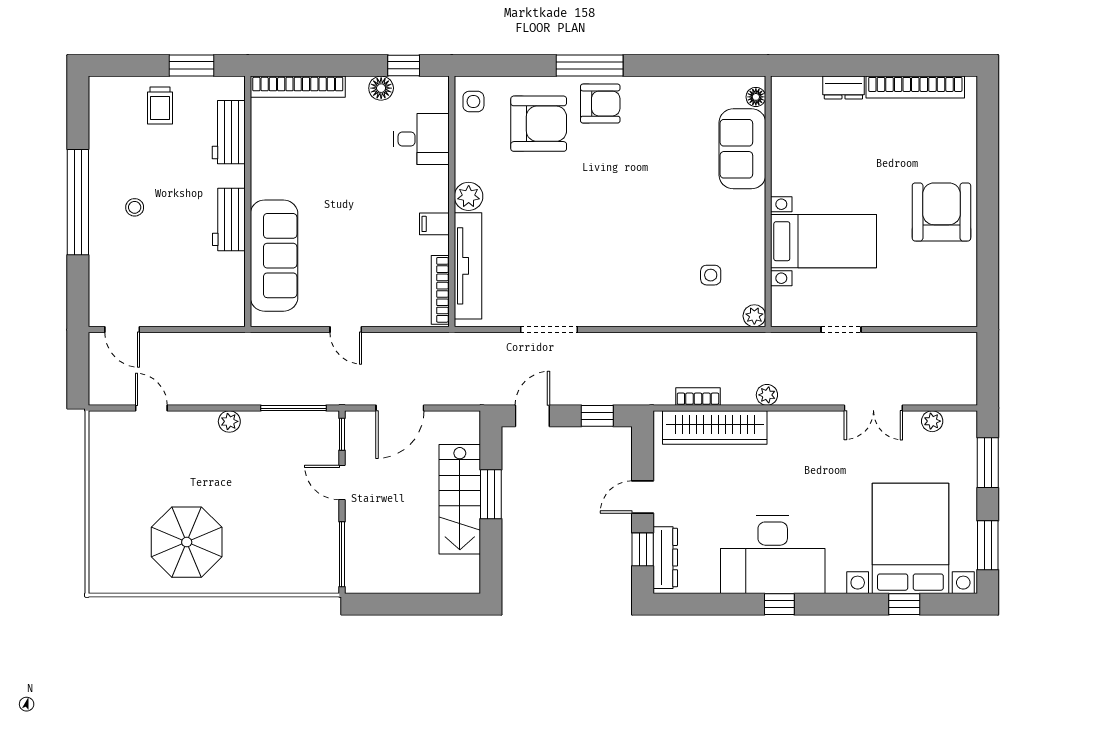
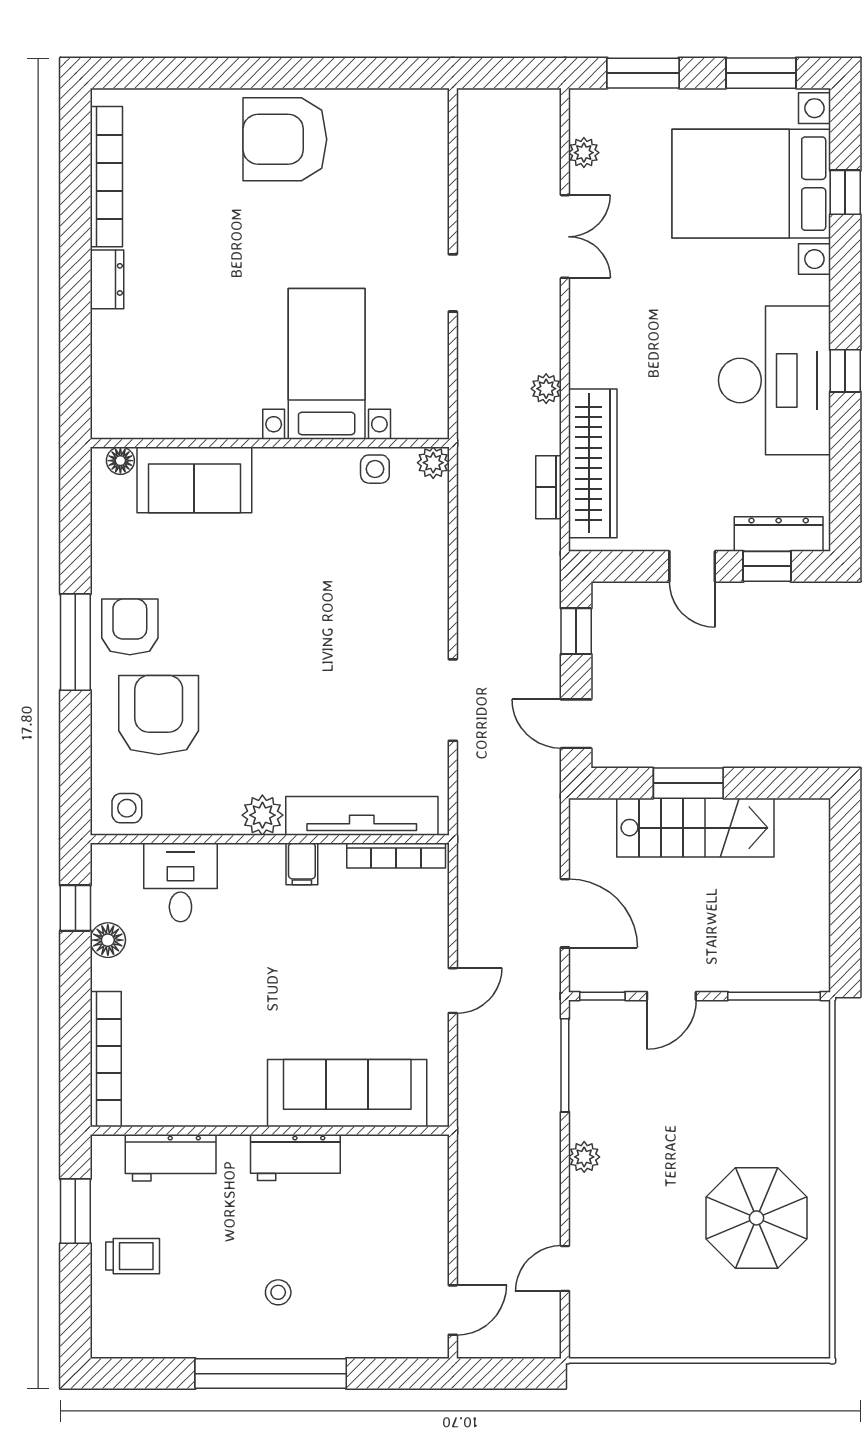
floor lamp: (756, 97) -> (120, 461), moved
sofa: (742, 149) -> (194, 480), moved
wall: (768, 201) -> (270, 443), moved
bed with nightstands: (824, 241) -> (327, 364), moved
plant: (754, 316) -> (433, 463), moved

